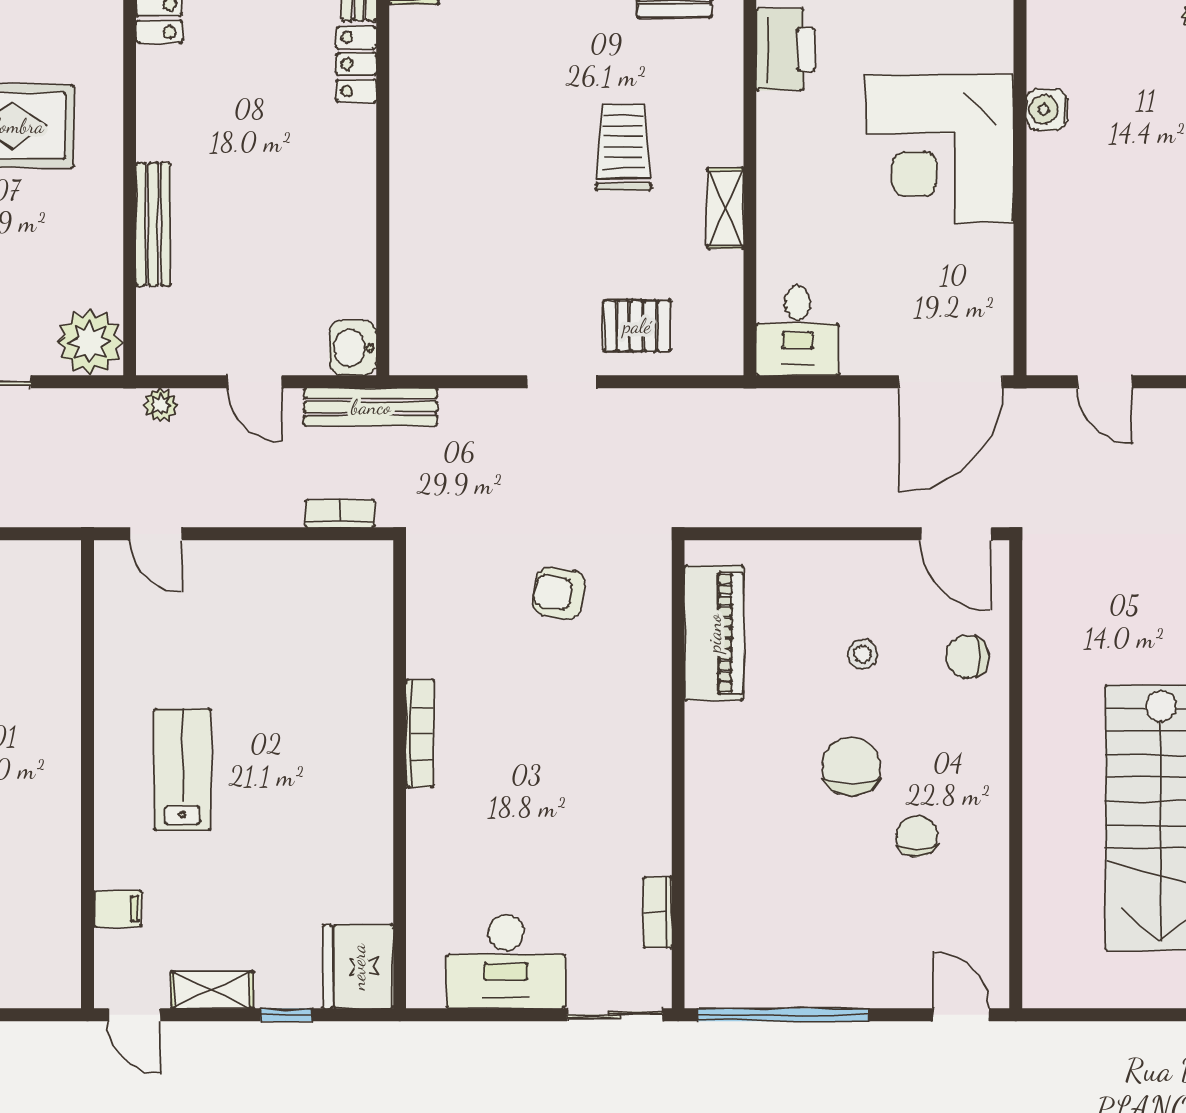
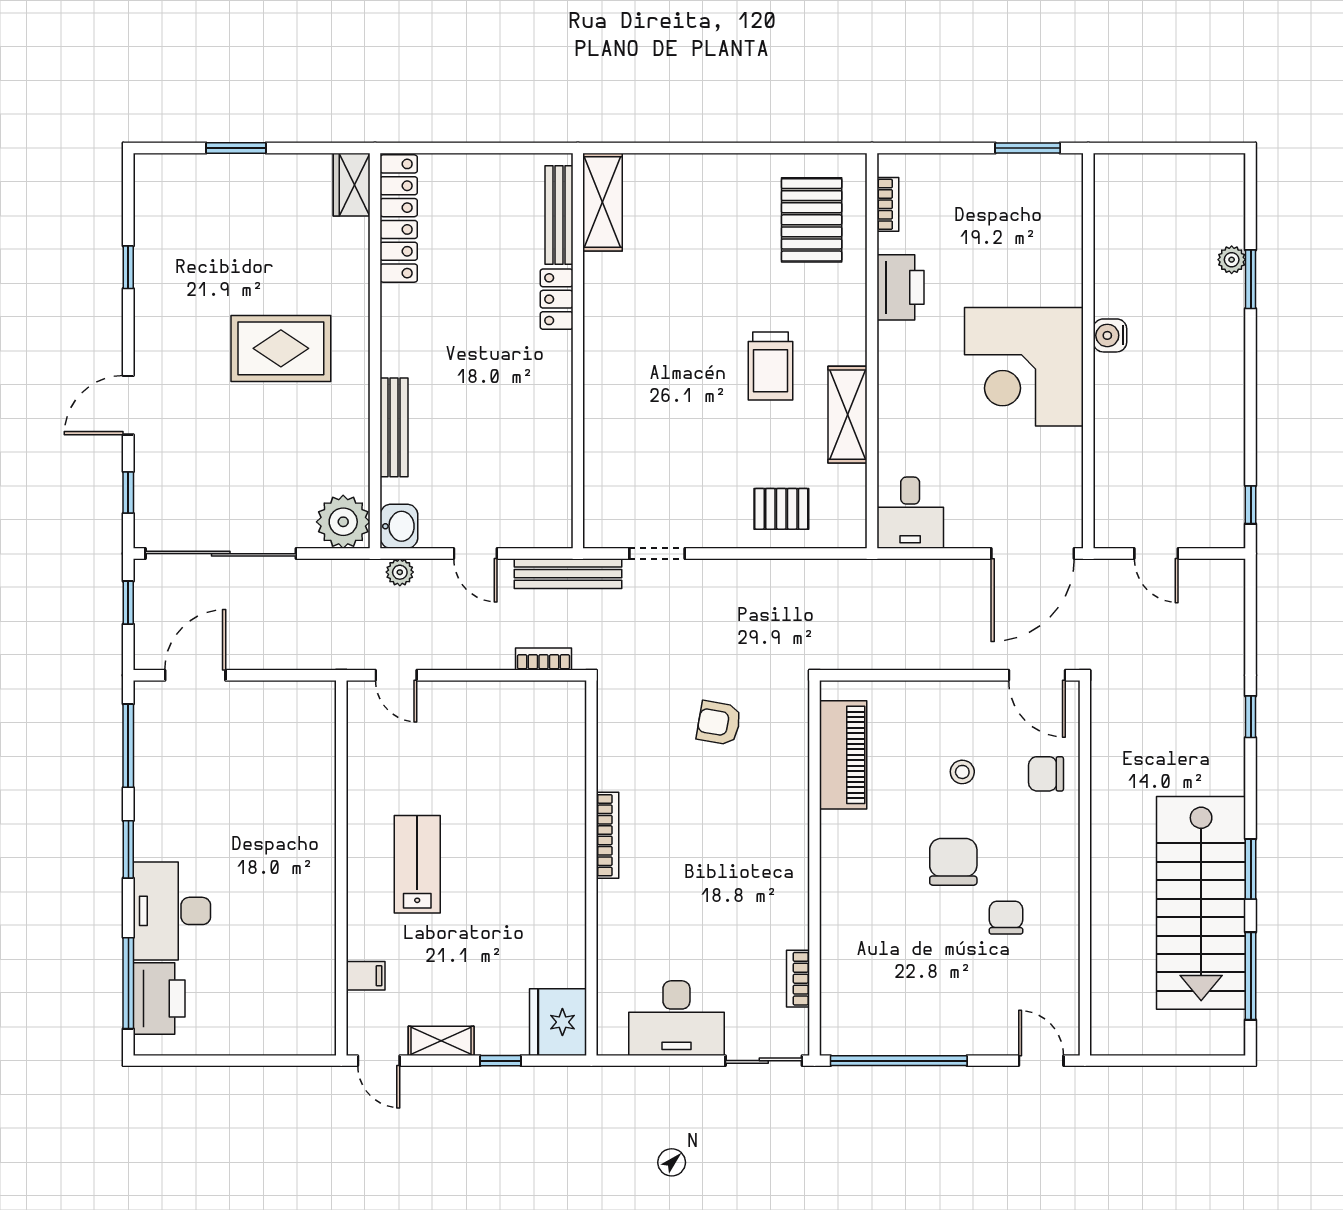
trolley: (623, 148) -> (771, 366), turned 180
shelving: (725, 208) -> (847, 415), width x1.50, depth x1.33
washbasin: (353, 348) -> (399, 526), moved, turned 180
doorway: (561, 382) -> (657, 554), moved

